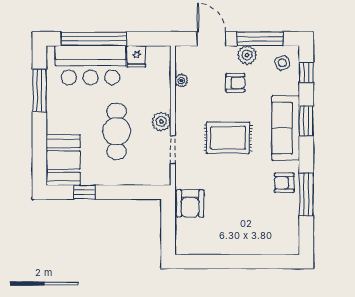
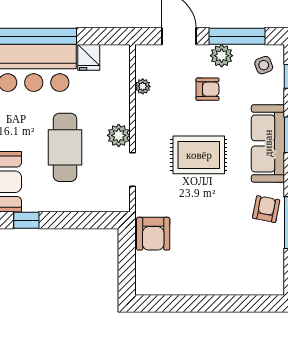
armchair: (284, 183) -> (266, 209), turned 101

